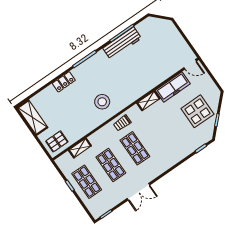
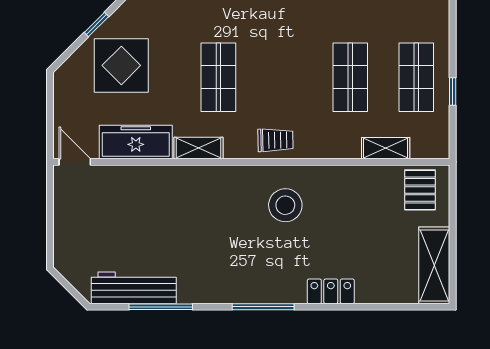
workbench: (122, 43) -> (134, 288), moved
pallet: (57, 141) -> (420, 190), turned 90
shop shelf: (135, 148) -> (218, 77), moved

